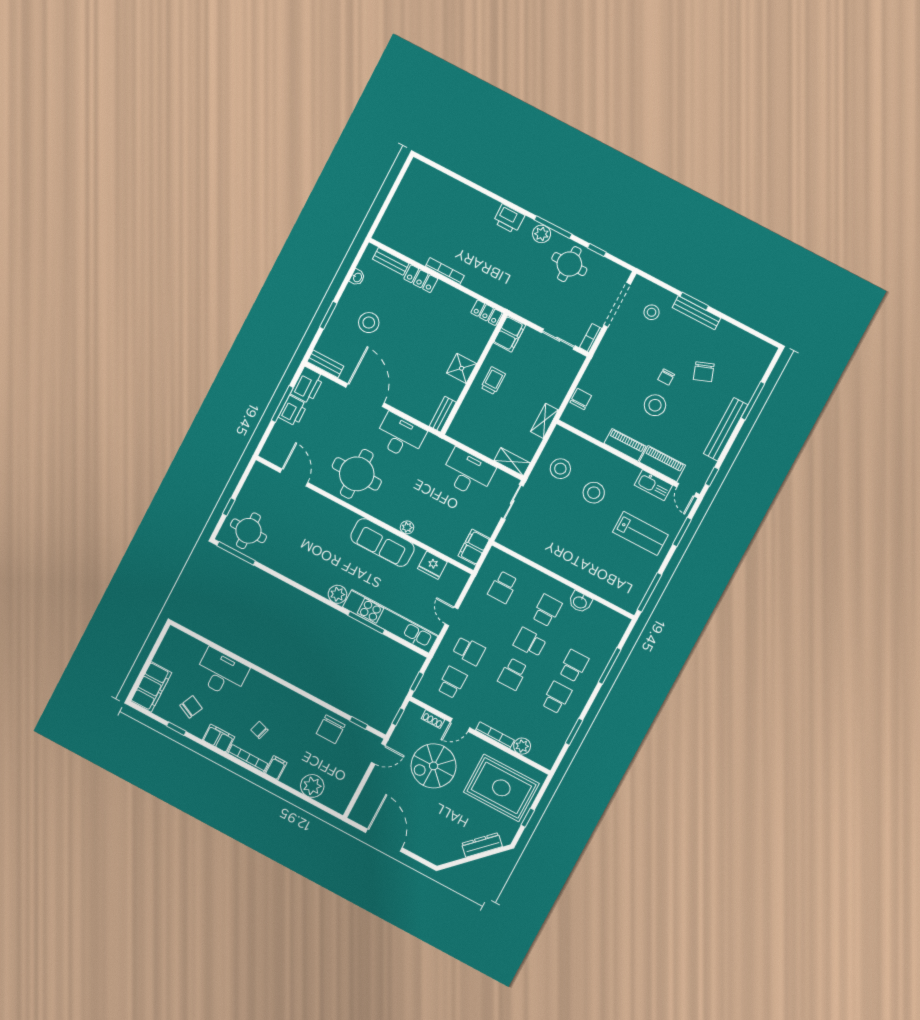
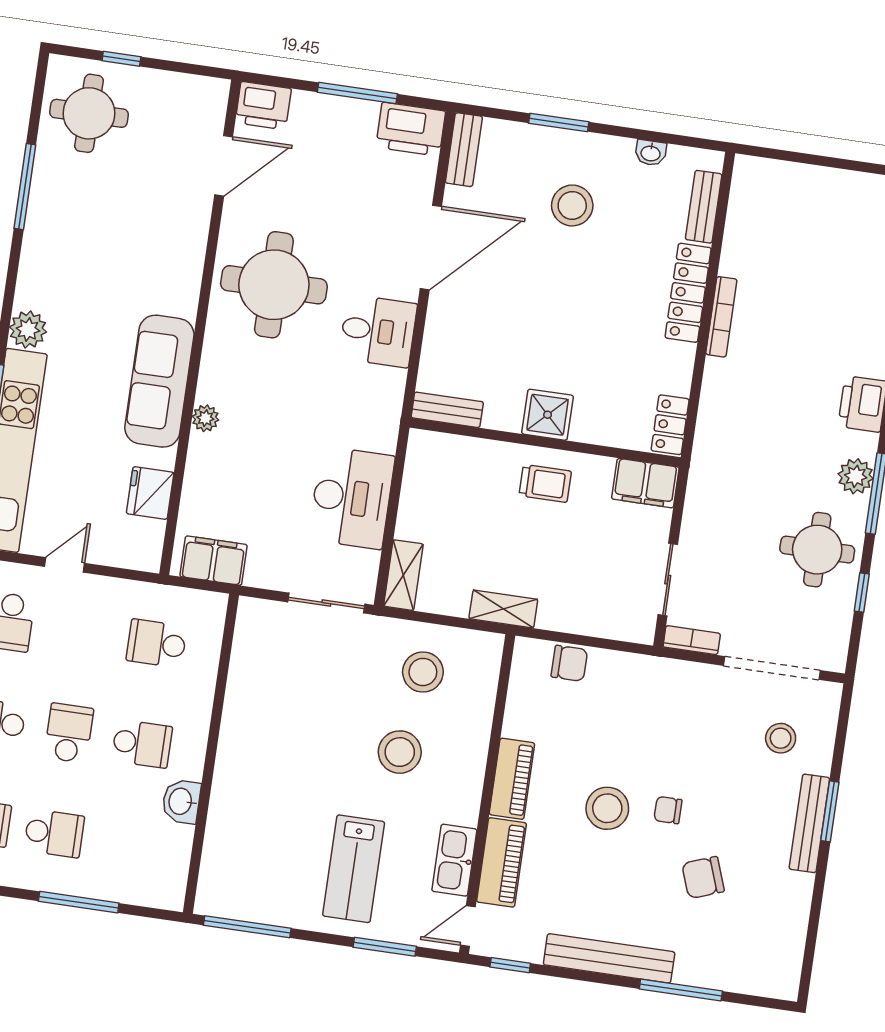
locker: (421, 279) -> (688, 293), width x1.53
printer: (293, 411) -> (263, 106), moved
desk: (400, 436) -> (378, 331), width x0.73
window: (236, 553) -> (25, 187), moved

